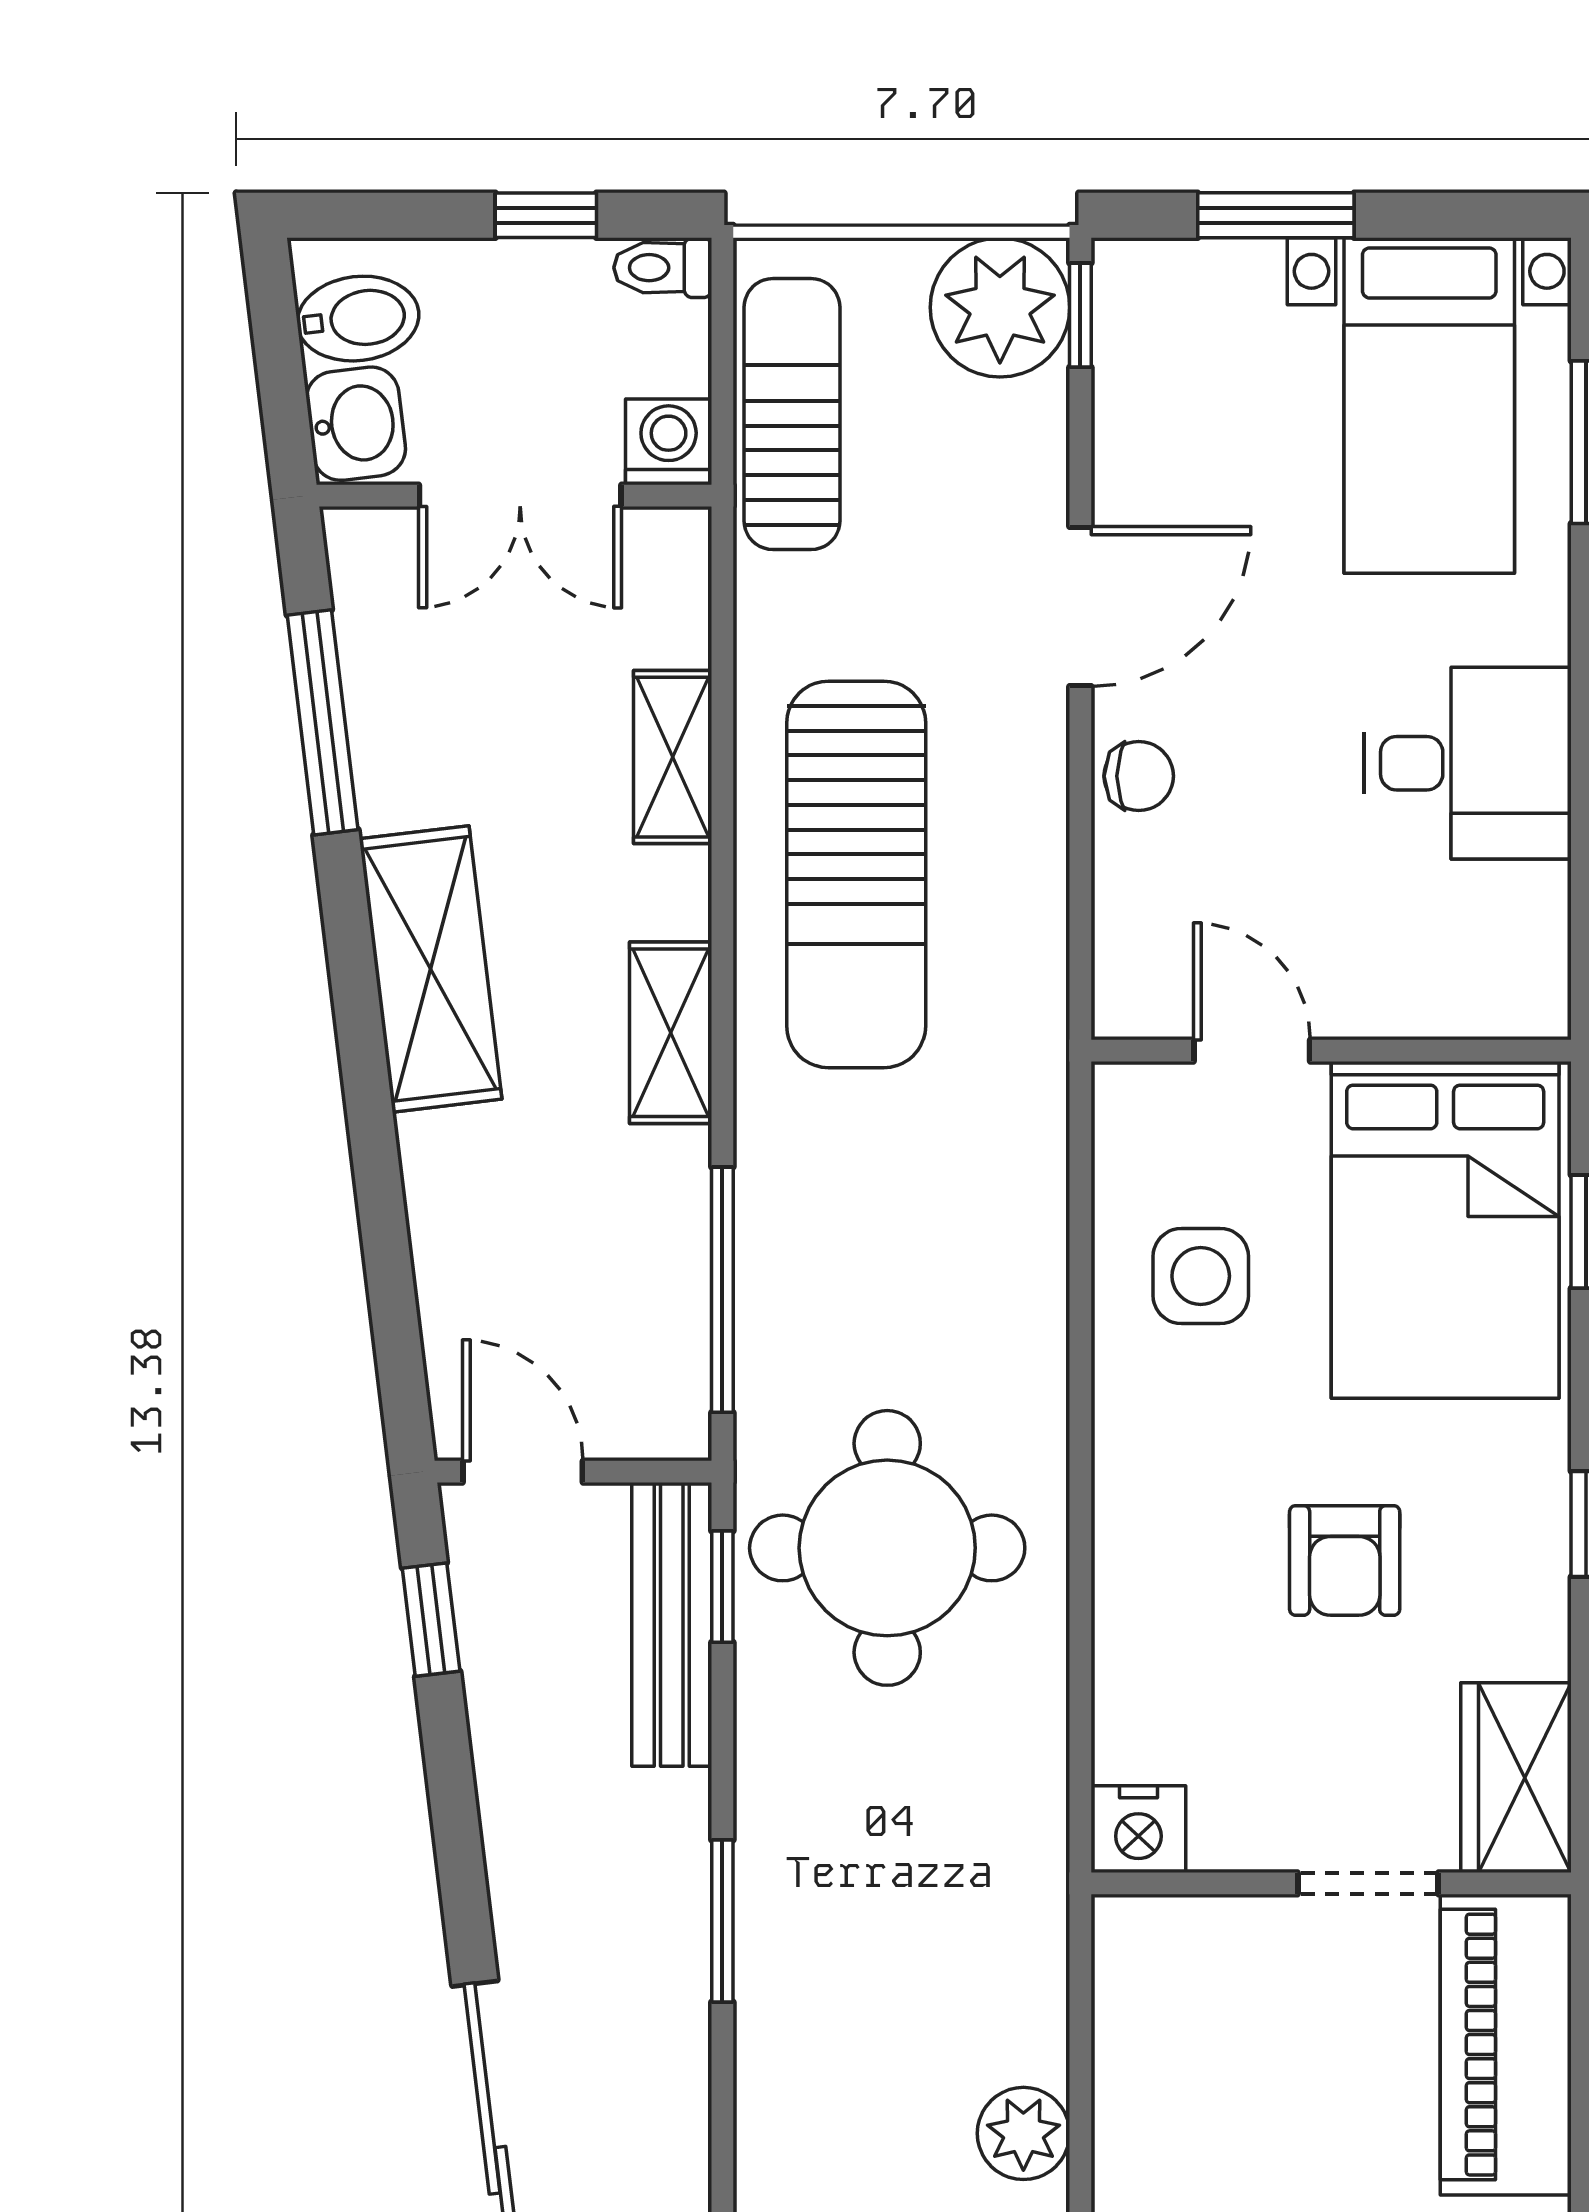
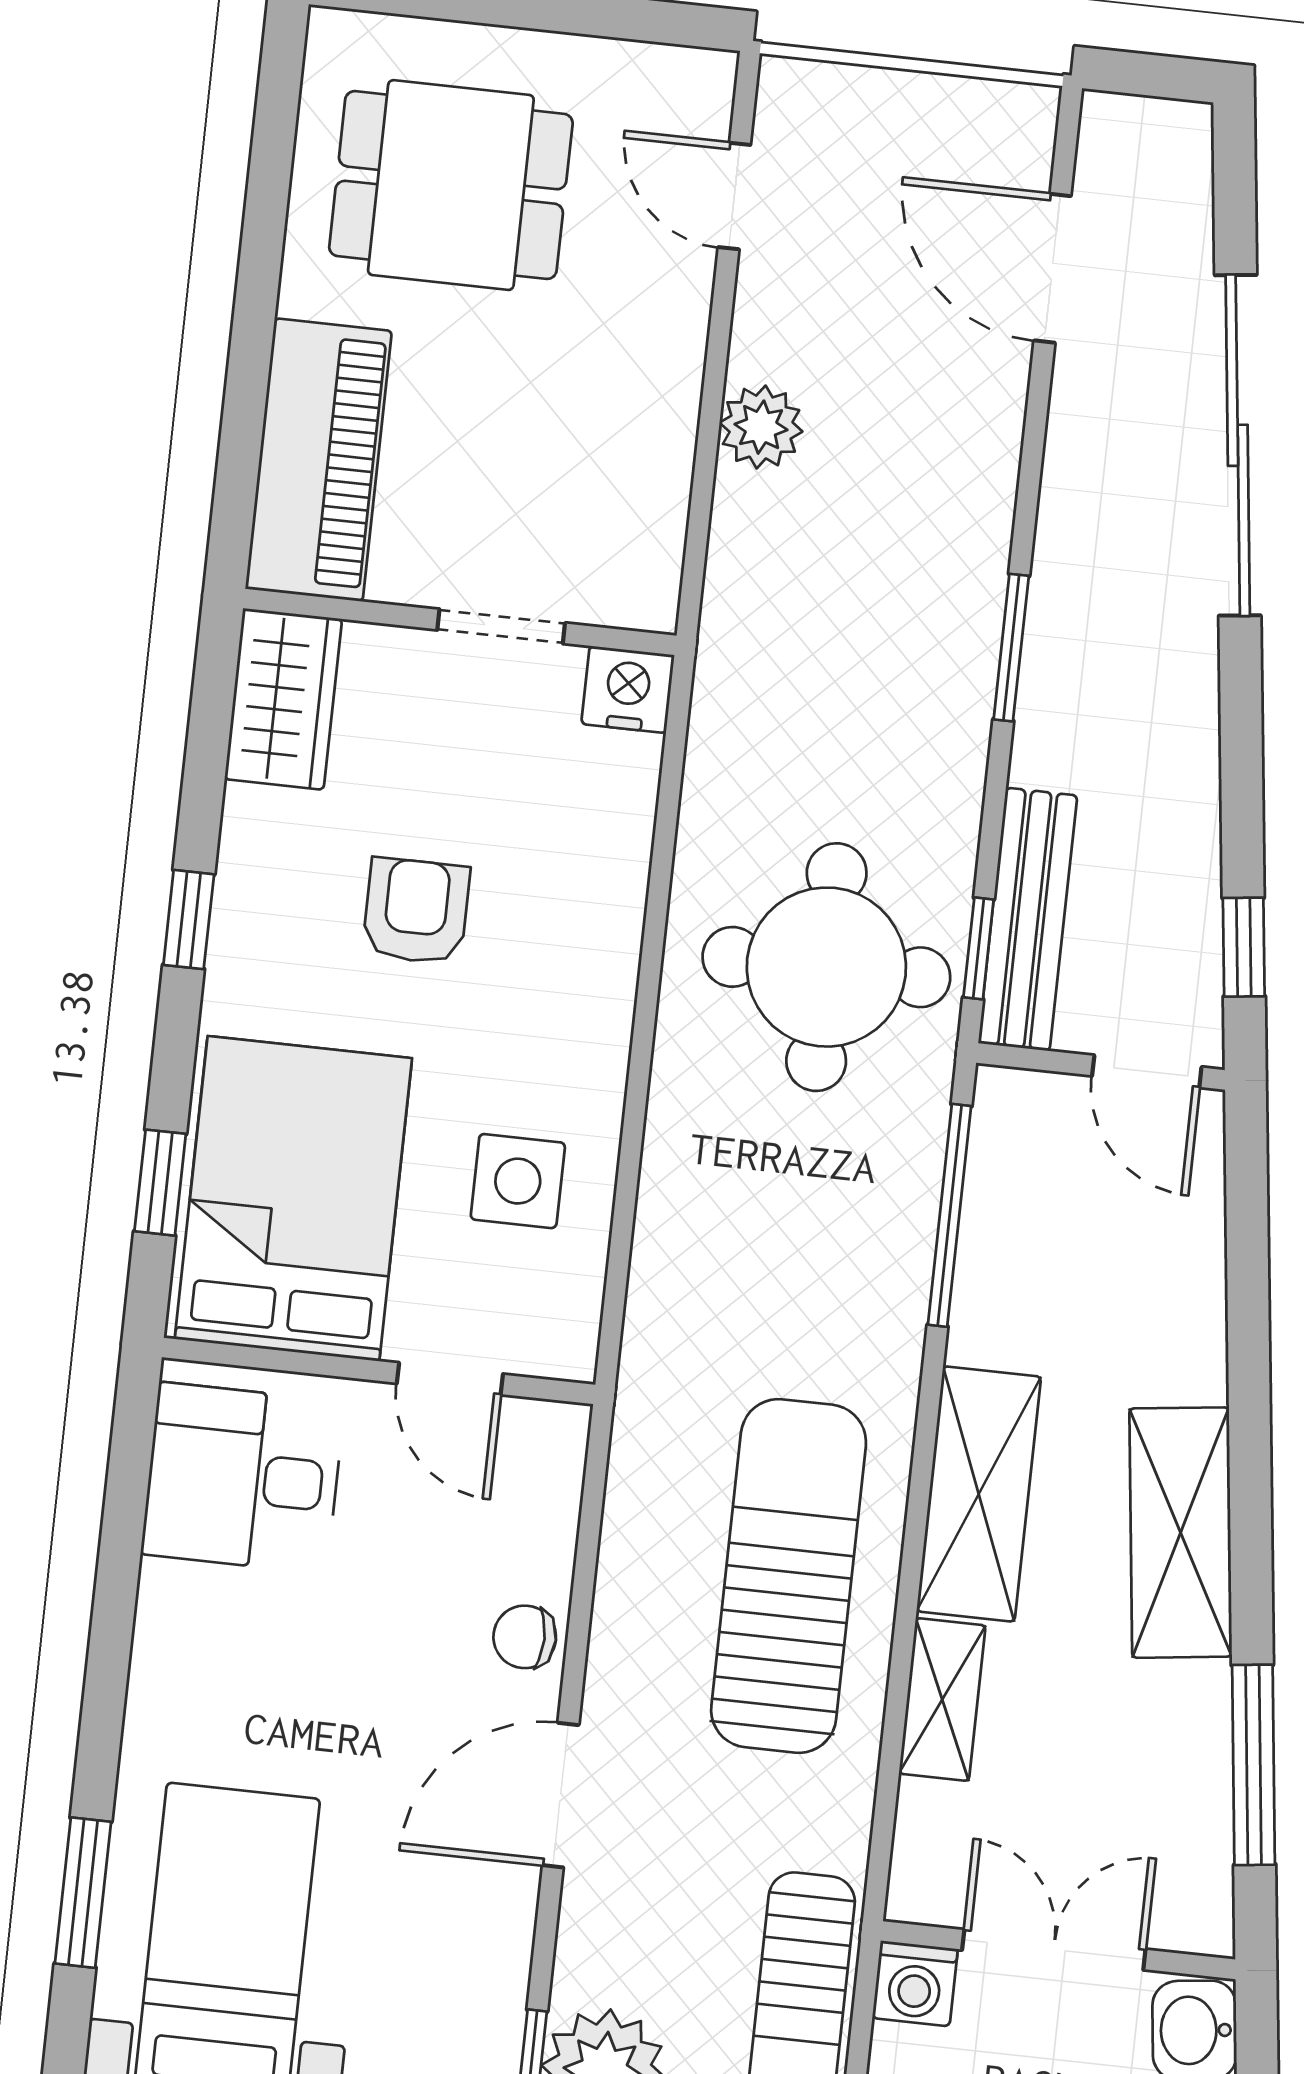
desk: (1468, 763) -> (243, 1478), moved
shelving: (671, 1033) -> (979, 1494), width x1.50, depth x1.33
doorway: (1368, 1883) -> (501, 626), moved

